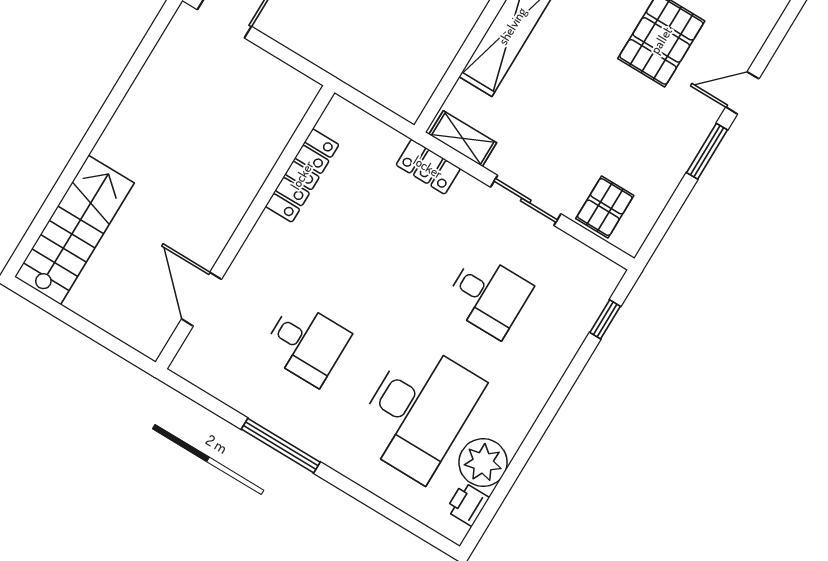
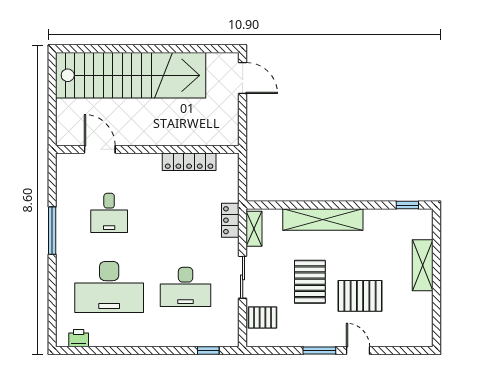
pallet: (594, 103) -> (310, 282), added
stairs: (74, 230) -> (131, 75), width x1.86, depth x1.51
desk: (488, 296) -> (186, 287), width x1.37
door: (202, 299) -> (100, 149), hinge flipped
plant: (483, 463) -> (103, 333), removed

